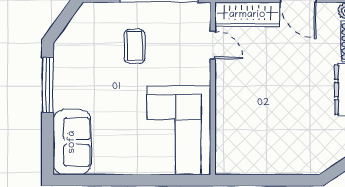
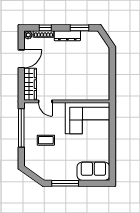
door: (213, 45) -> (45, 101), swing flipped

